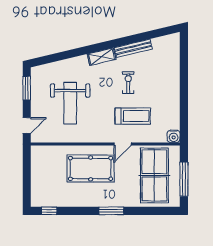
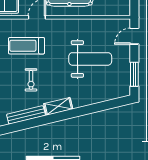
weight bench: (70, 103) -> (90, 59), turned 90

